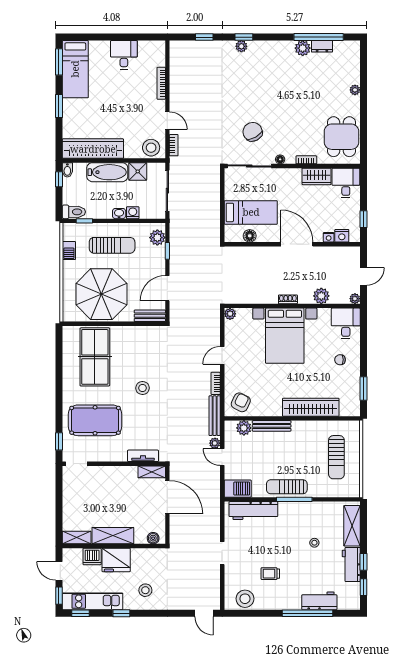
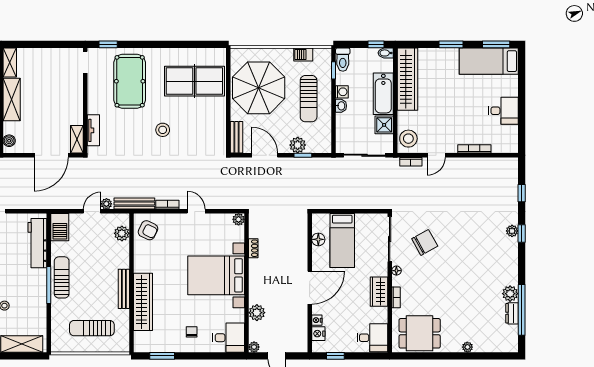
wardrobe: (316, 176) -> (379, 292), moved
washing machine: (133, 213) -> (342, 92), moved
plant: (157, 238) -> (298, 145), moved
shoe rack: (288, 299) -> (253, 248), moved
bench: (272, 426) -> (124, 289), moved

